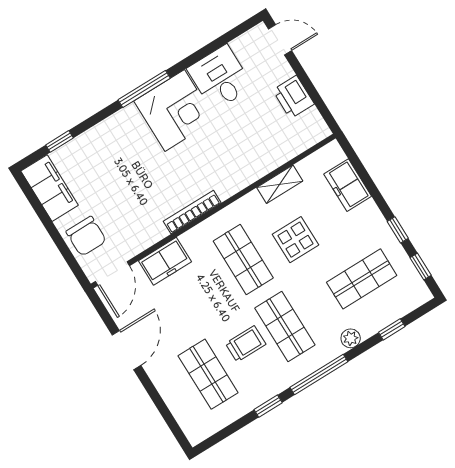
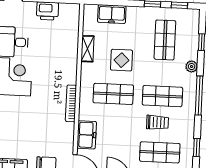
trolley: (246, 344) -> (157, 122), turned 90
window: (268, 406) -> (197, 148), moved

